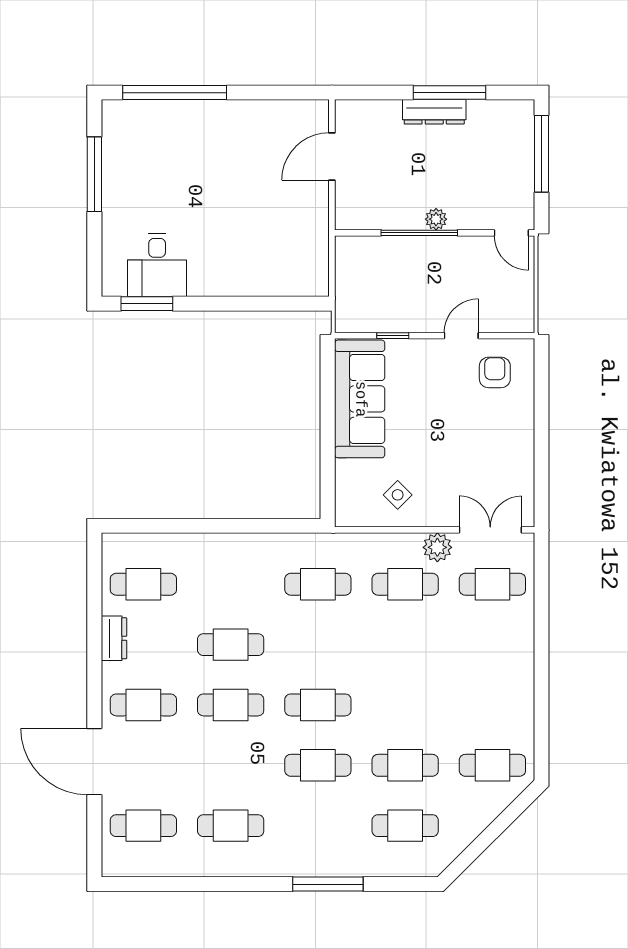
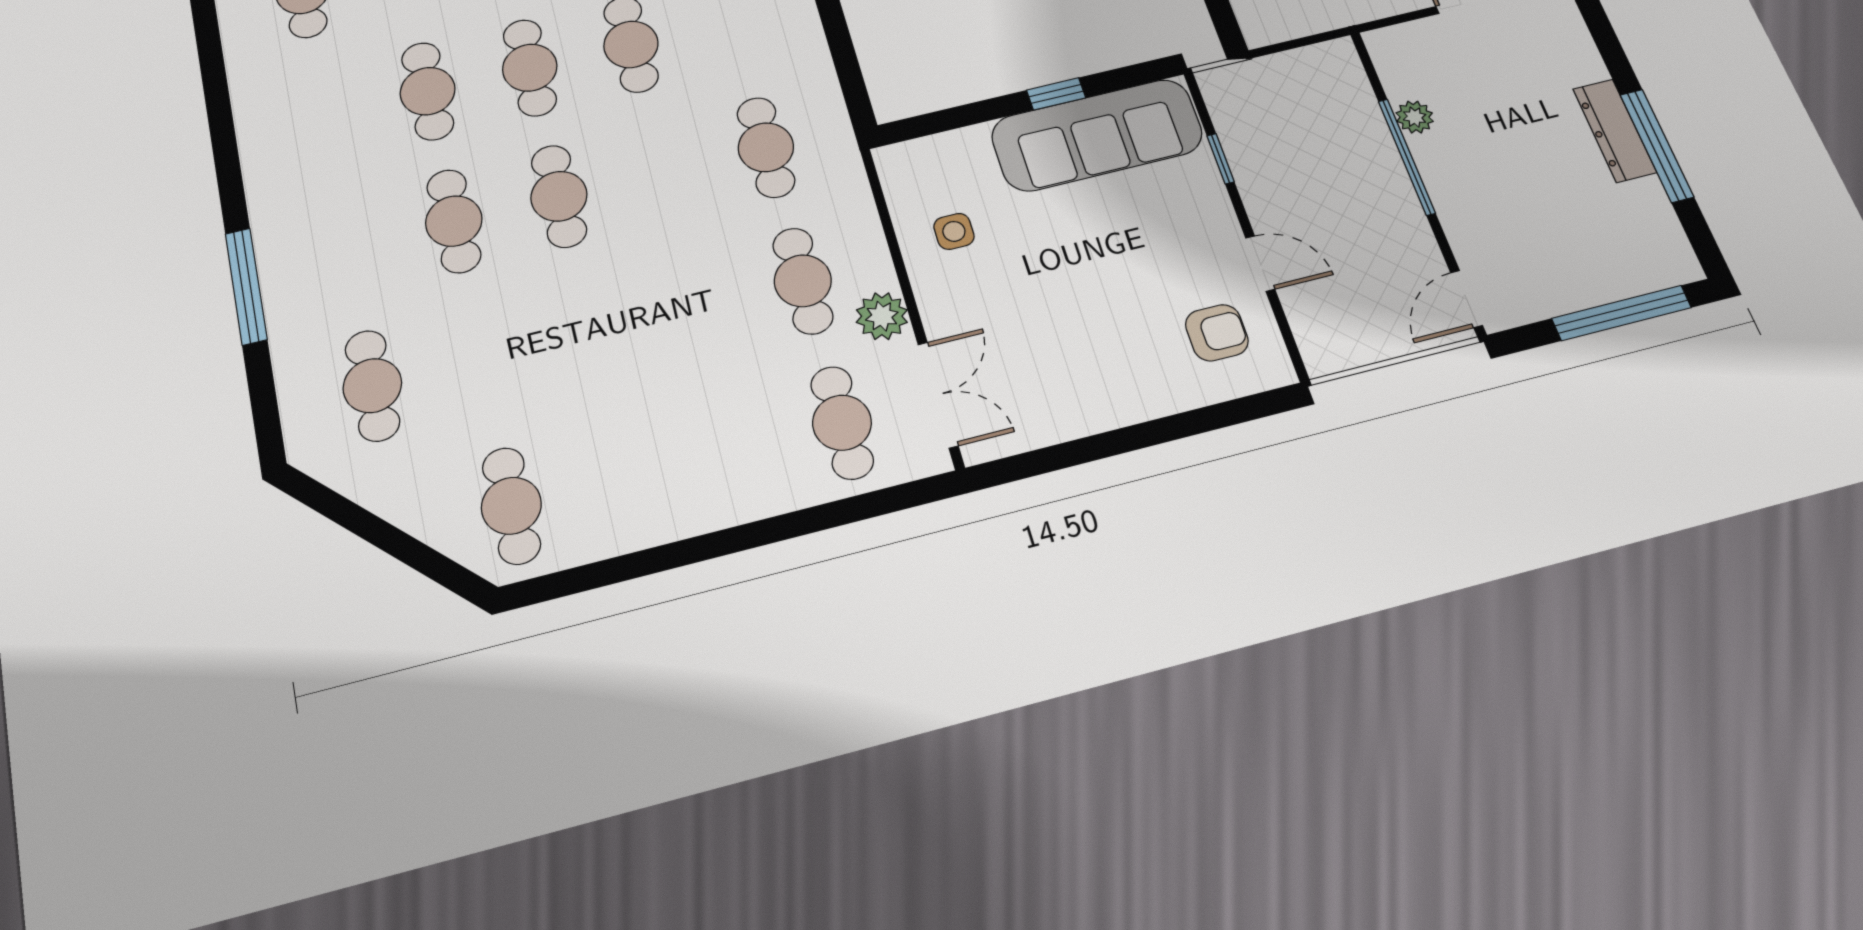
plant: (436, 219) -> (1415, 117), moved
window: (328, 414) -> (1056, 94), added
side table: (398, 495) -> (954, 231), turned 45
cafe table: (405, 765) -> (482, 359), removed
cafe table: (231, 826) -> (428, 91), moved

